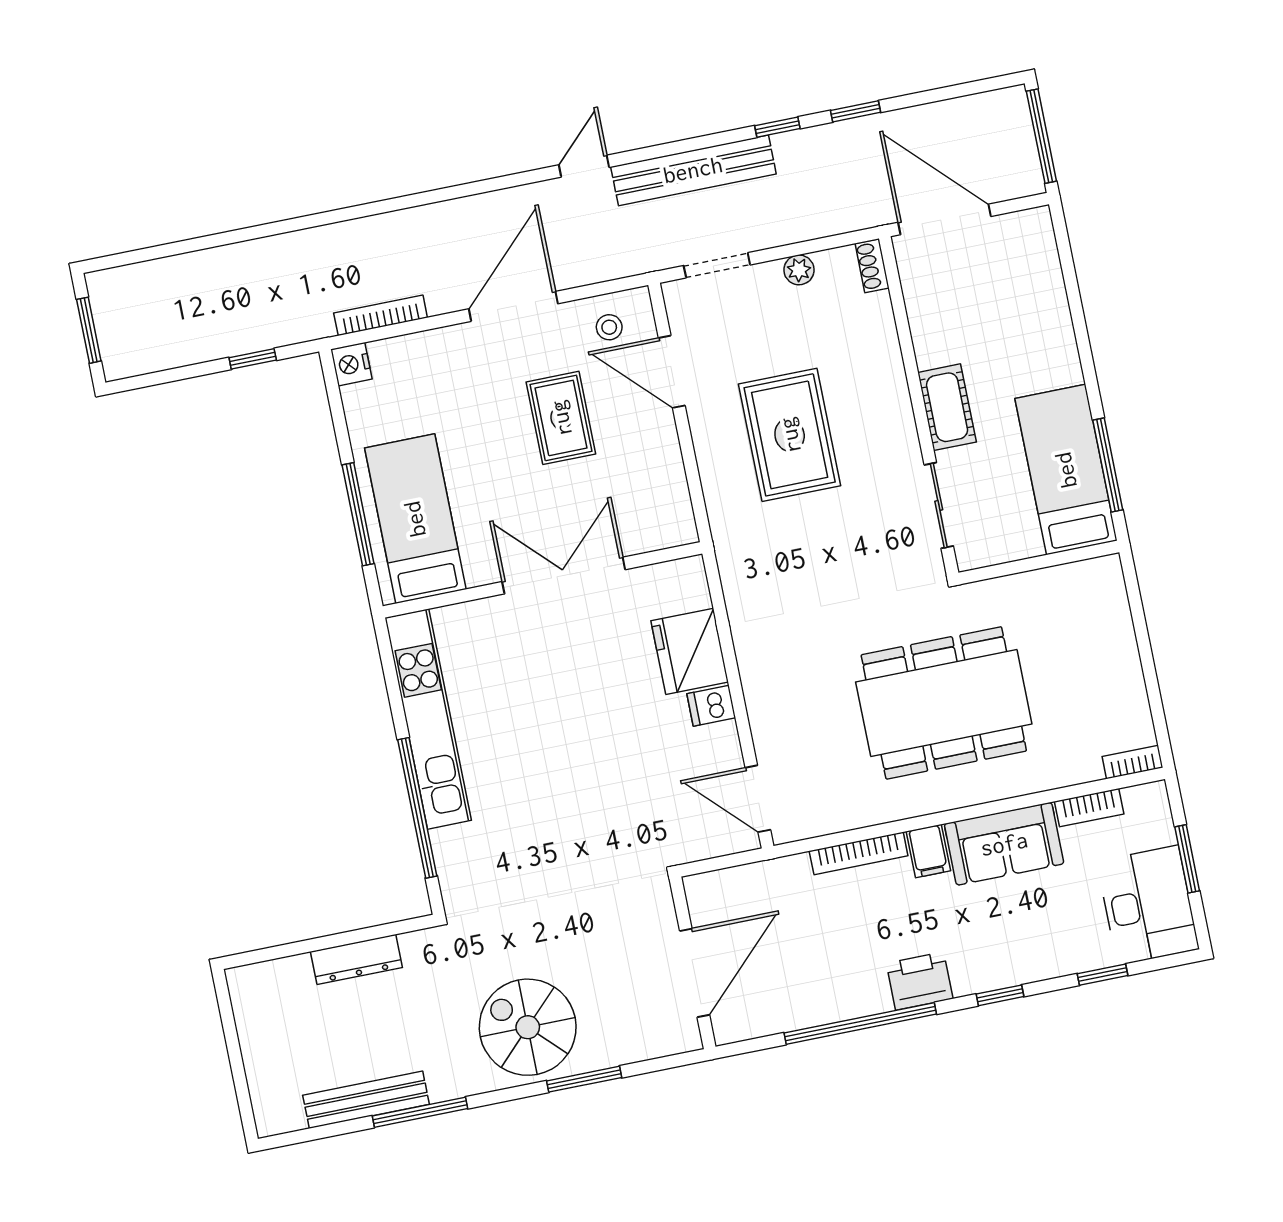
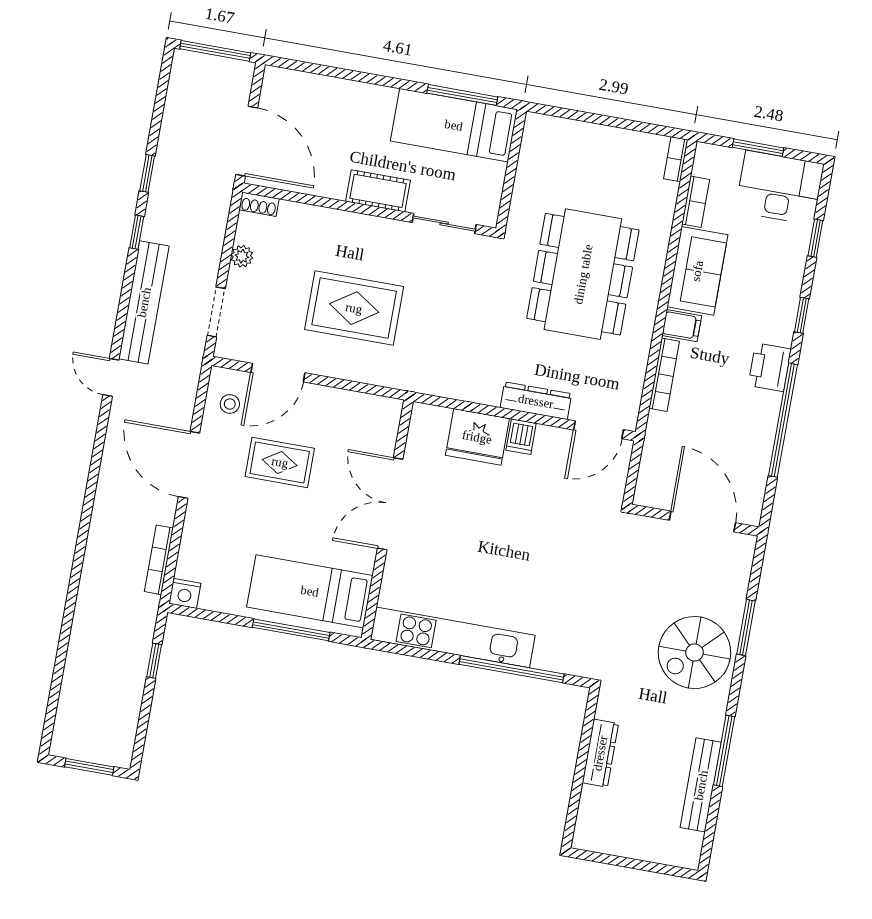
door: (945, 219) -> (247, 141), swing flipped
dresser: (763, 706) -> (536, 401), added

